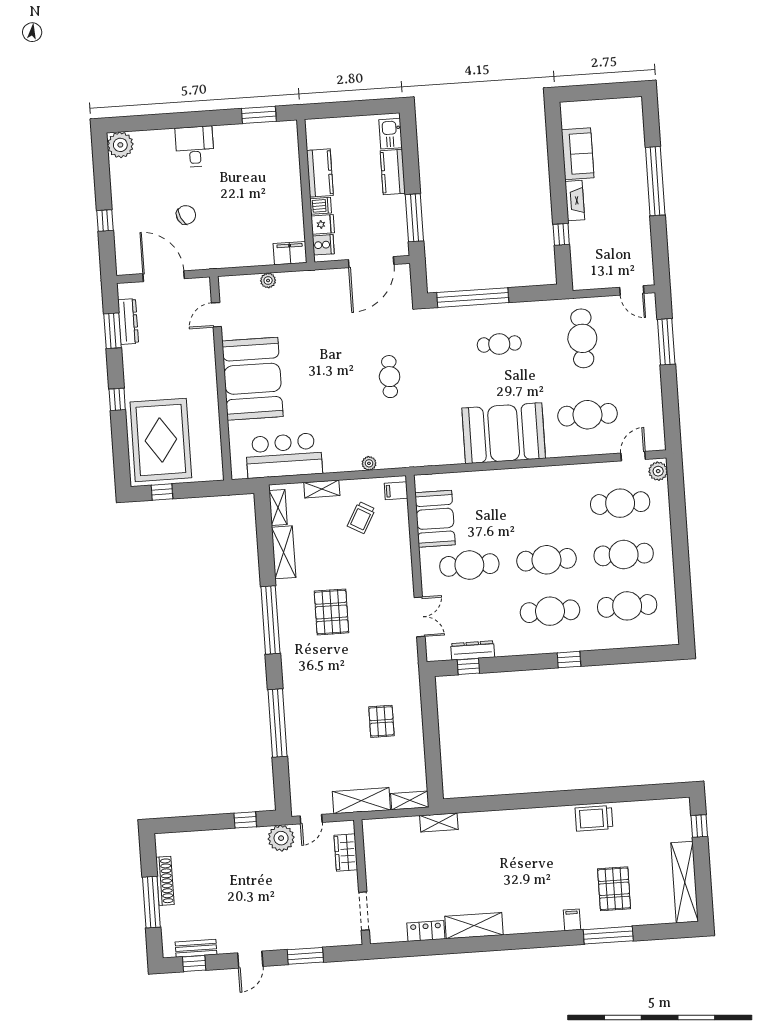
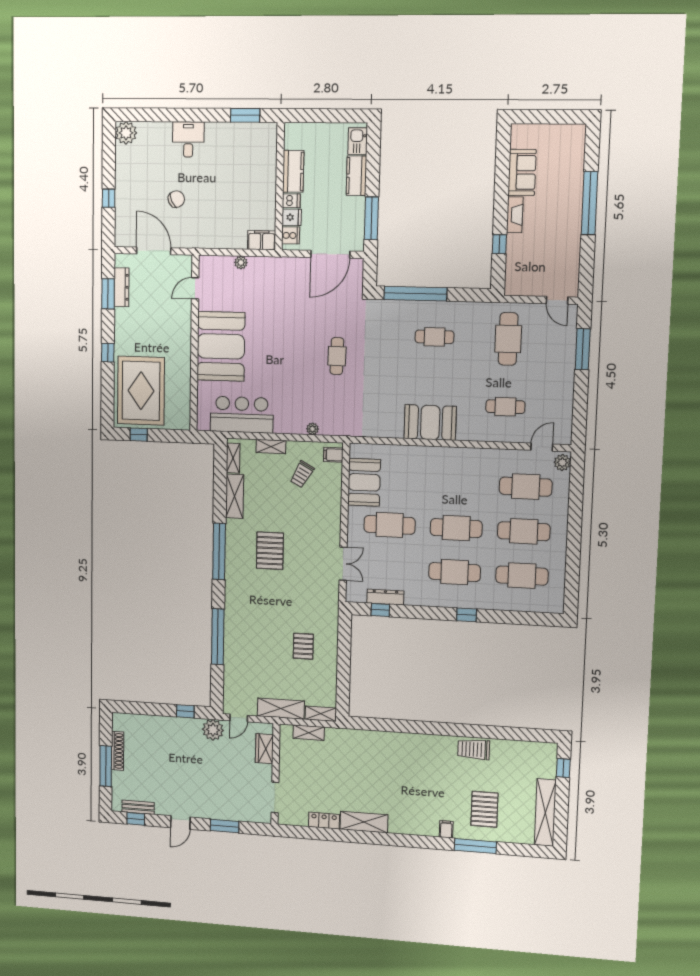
cafe table: (588, 415) -> (505, 407), width x0.73, depth x0.74
booth: (504, 433) -> (430, 422), width x0.73, depth x0.70
shelving: (439, 823) -> (309, 733), moved

